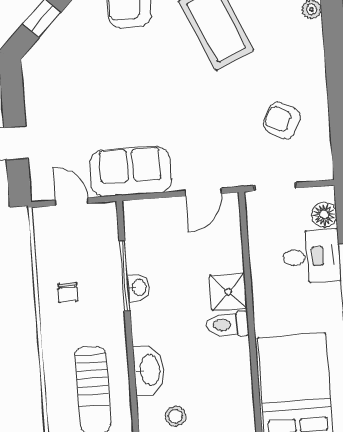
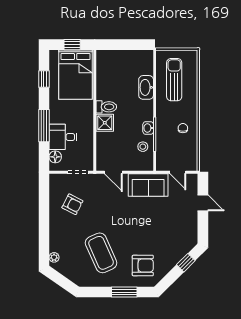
door: (203, 192) -> (113, 172), swing flipped
stool: (175, 416) -> (143, 147), moved

